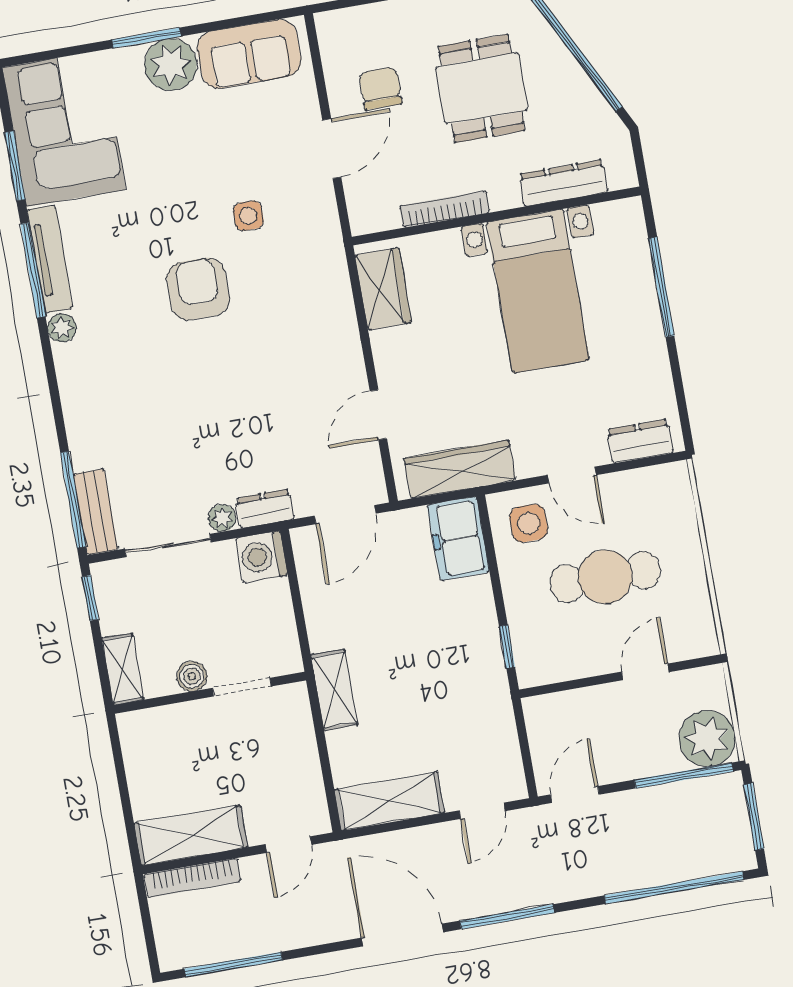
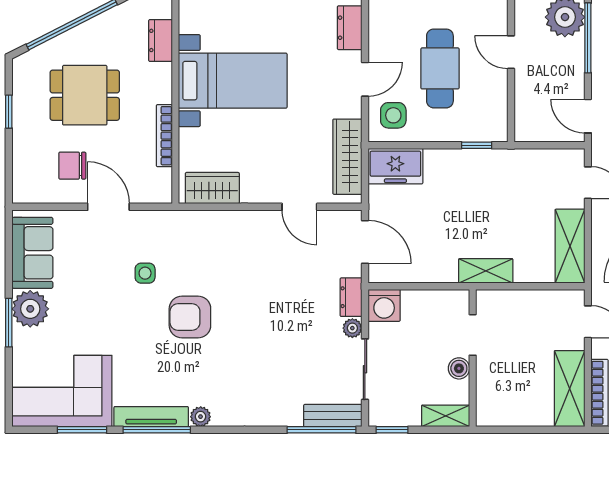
dresser: (563, 183) -> (161, 40), width x0.70

